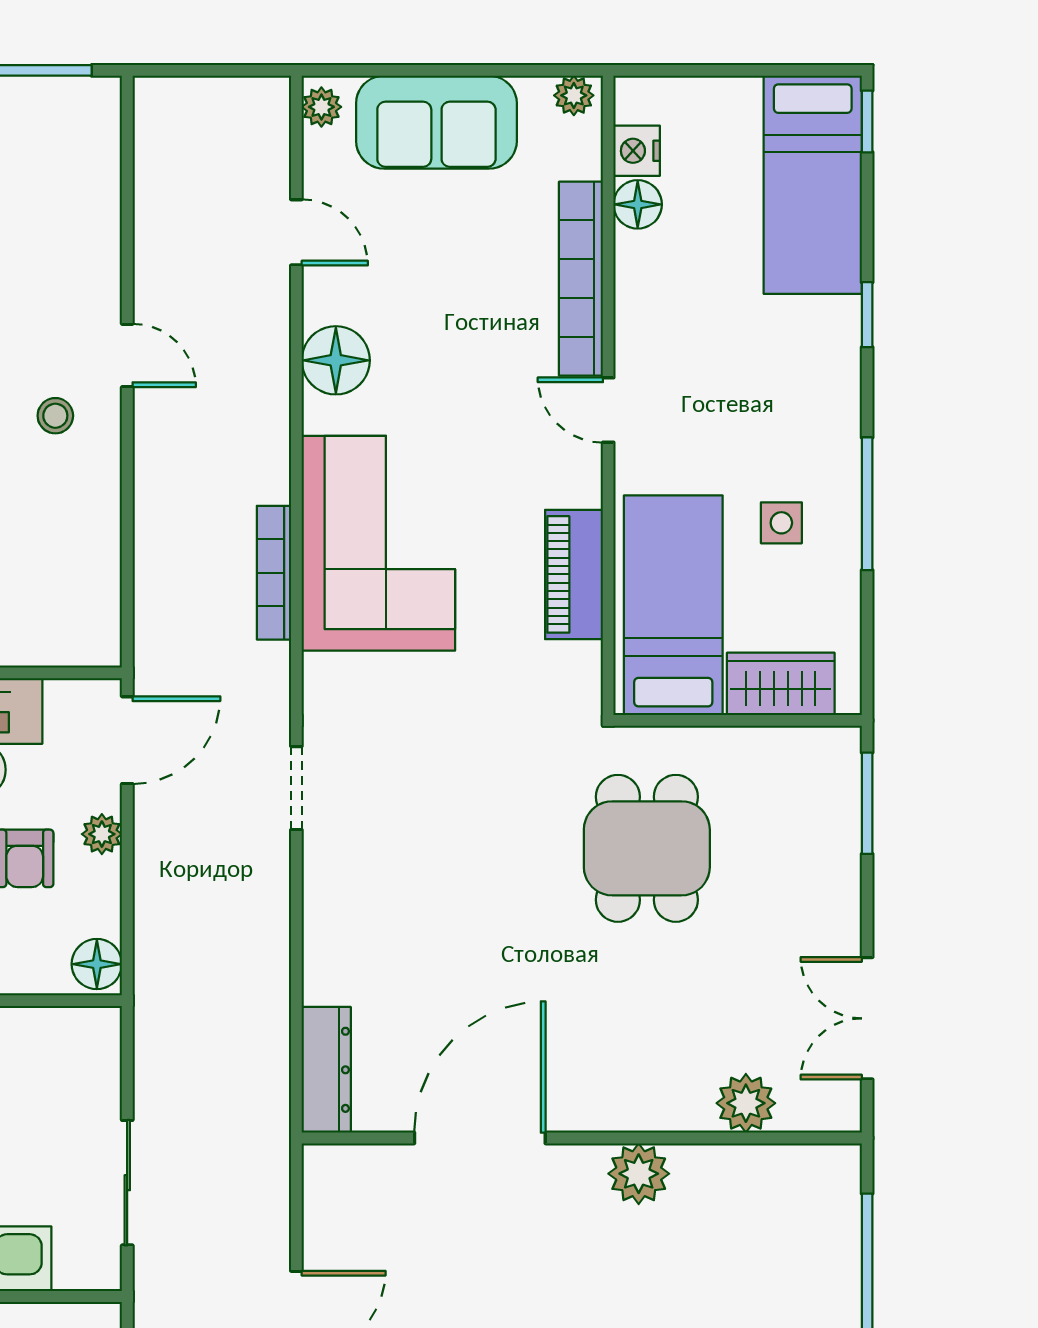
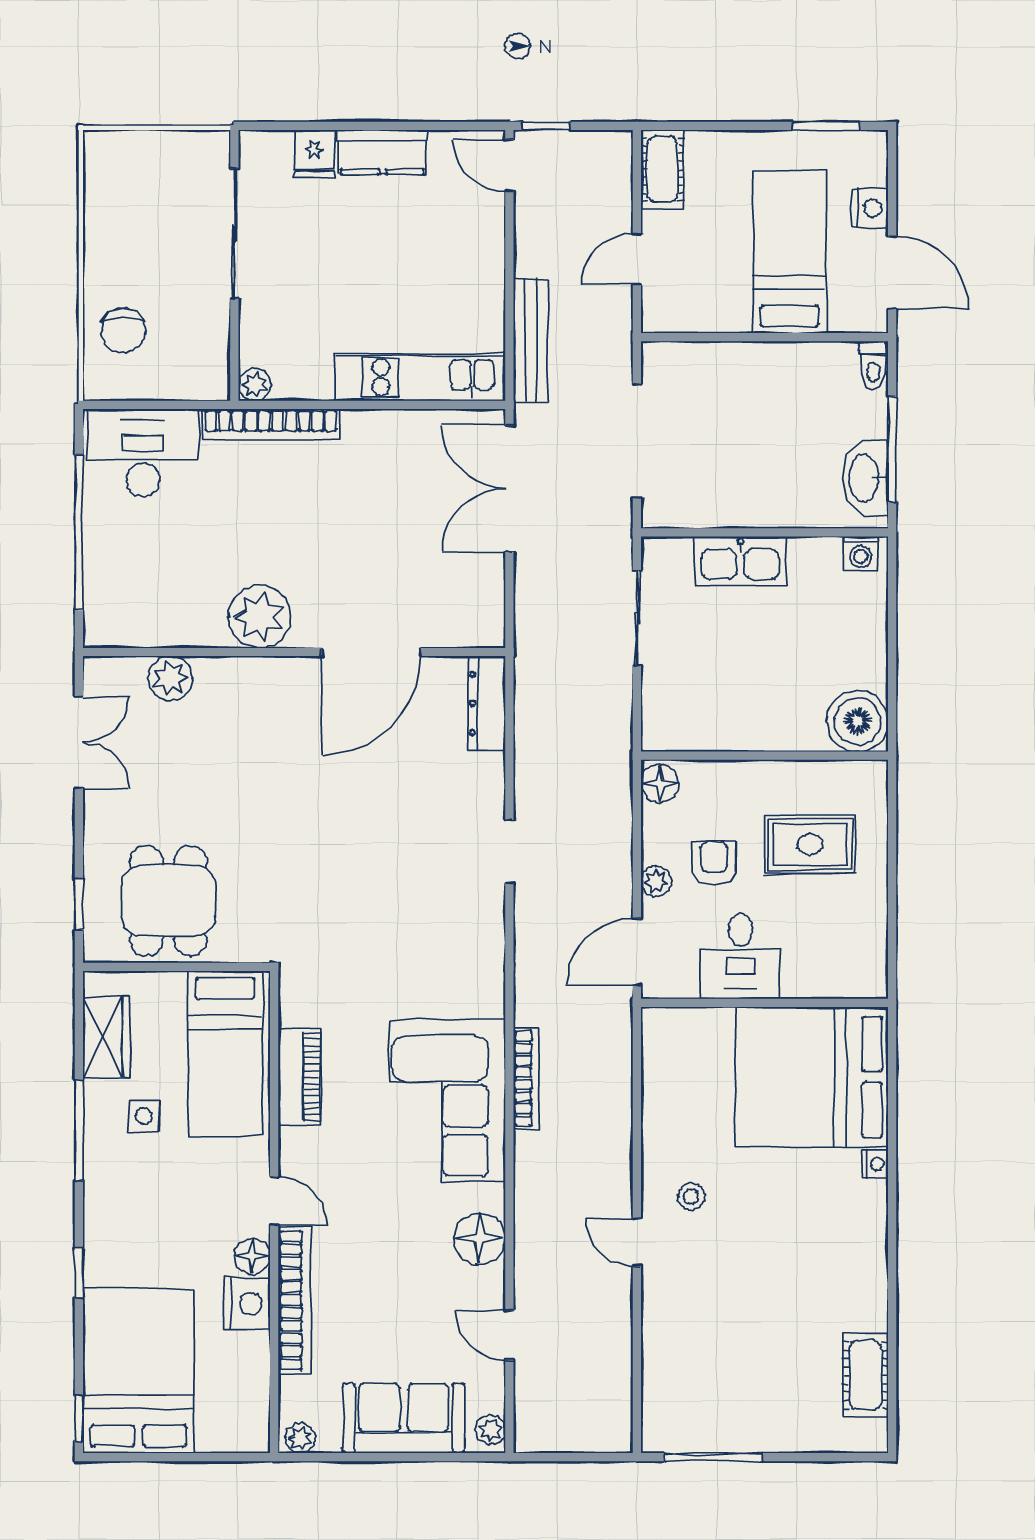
nightstand: (637, 151) -> (247, 1303), moved, width x1.36, depth x1.33
bed: (813, 185) -> (138, 1371), width x1.50
floor lamp: (638, 204) -> (252, 1256), moved
wardrobe: (781, 684) -> (106, 1037), moved, turned -90
doorway: (296, 788) -> (509, 852), moved
window: (867, 803) -> (79, 904), width x0.67
dining table: (647, 848) -> (168, 901), moved
plant: (639, 1174) -> (260, 617), width x1.36, depth x1.36

